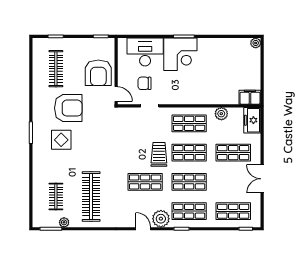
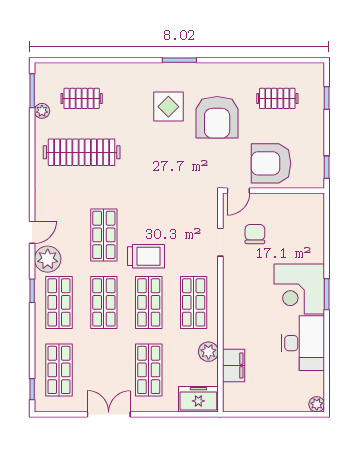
desk: (145, 52) -> (303, 343), moved
clothes rail: (56, 69) -> (277, 98), width x0.73
filing cabinet: (250, 97) -> (234, 365), moved

